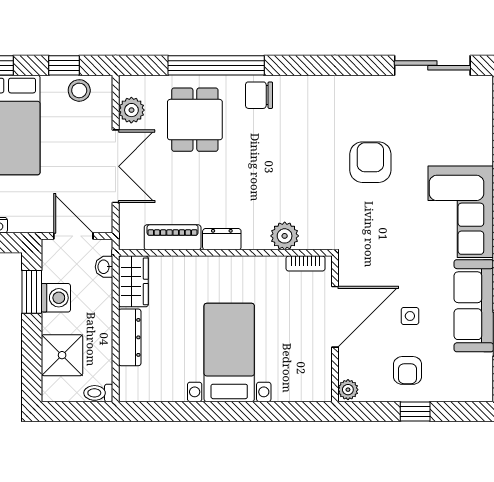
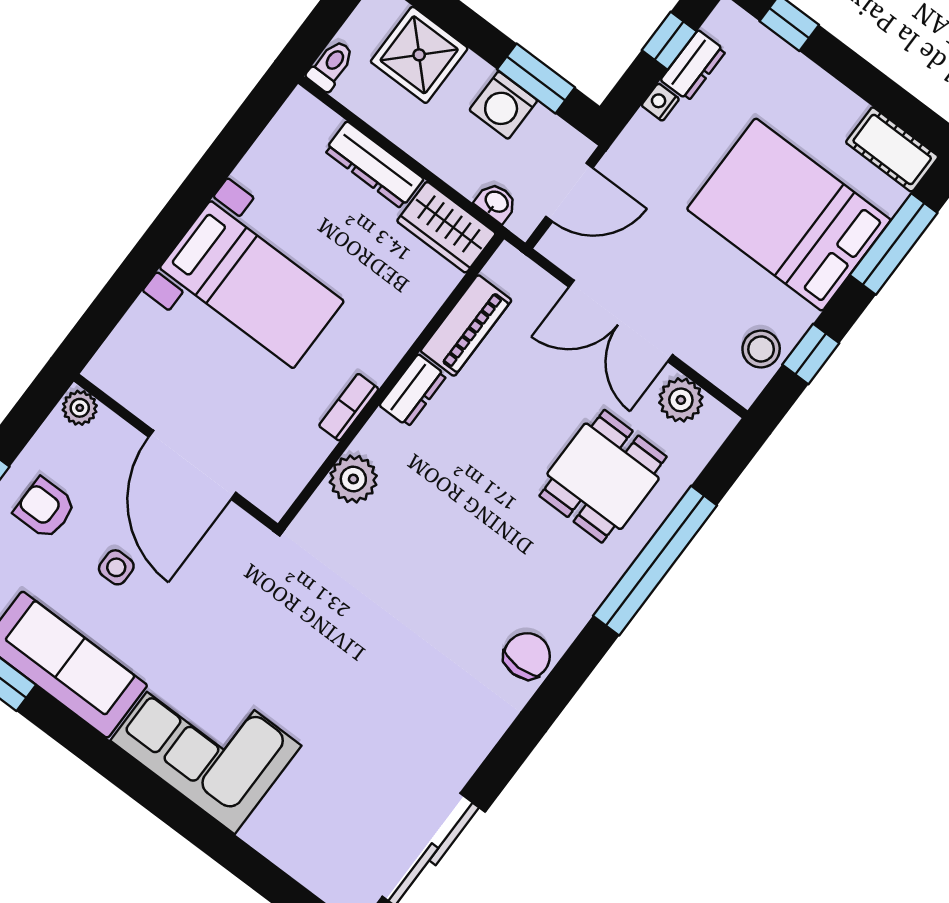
chair: (259, 95) -> (527, 656), moved
dining table: (195, 120) -> (603, 476), turned 90
armchair: (370, 162) -> (366, 671), removed
bookcase: (306, 263) -> (349, 407), moved

